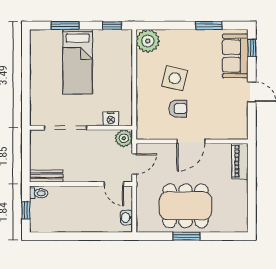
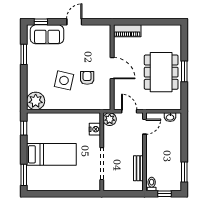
window: (65, 26) -> (24, 175), moved
bench: (46, 176) -> (138, 168), moved
window: (55, 236) -> (184, 172), added

